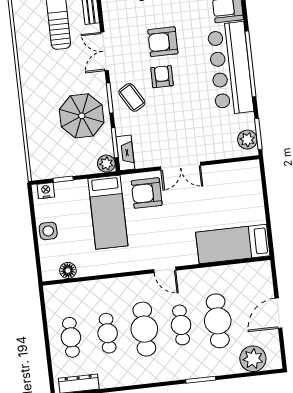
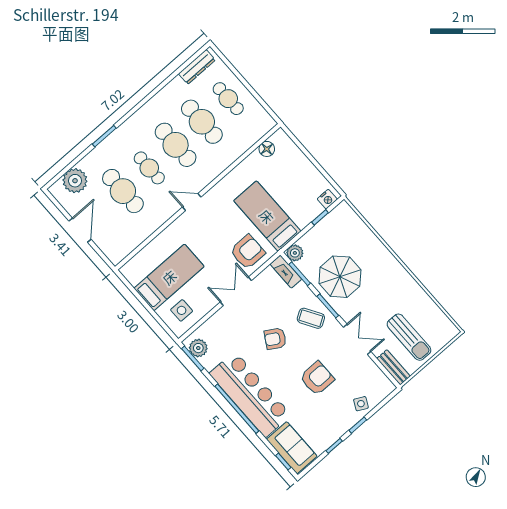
armchair: (162, 77) -> (275, 339), moved, turned 121
side table: (48, 231) -> (182, 310), moved
bed: (233, 244) -> (169, 277), moved
cafe table: (108, 333) -> (202, 122), width x1.37, depth x1.35

